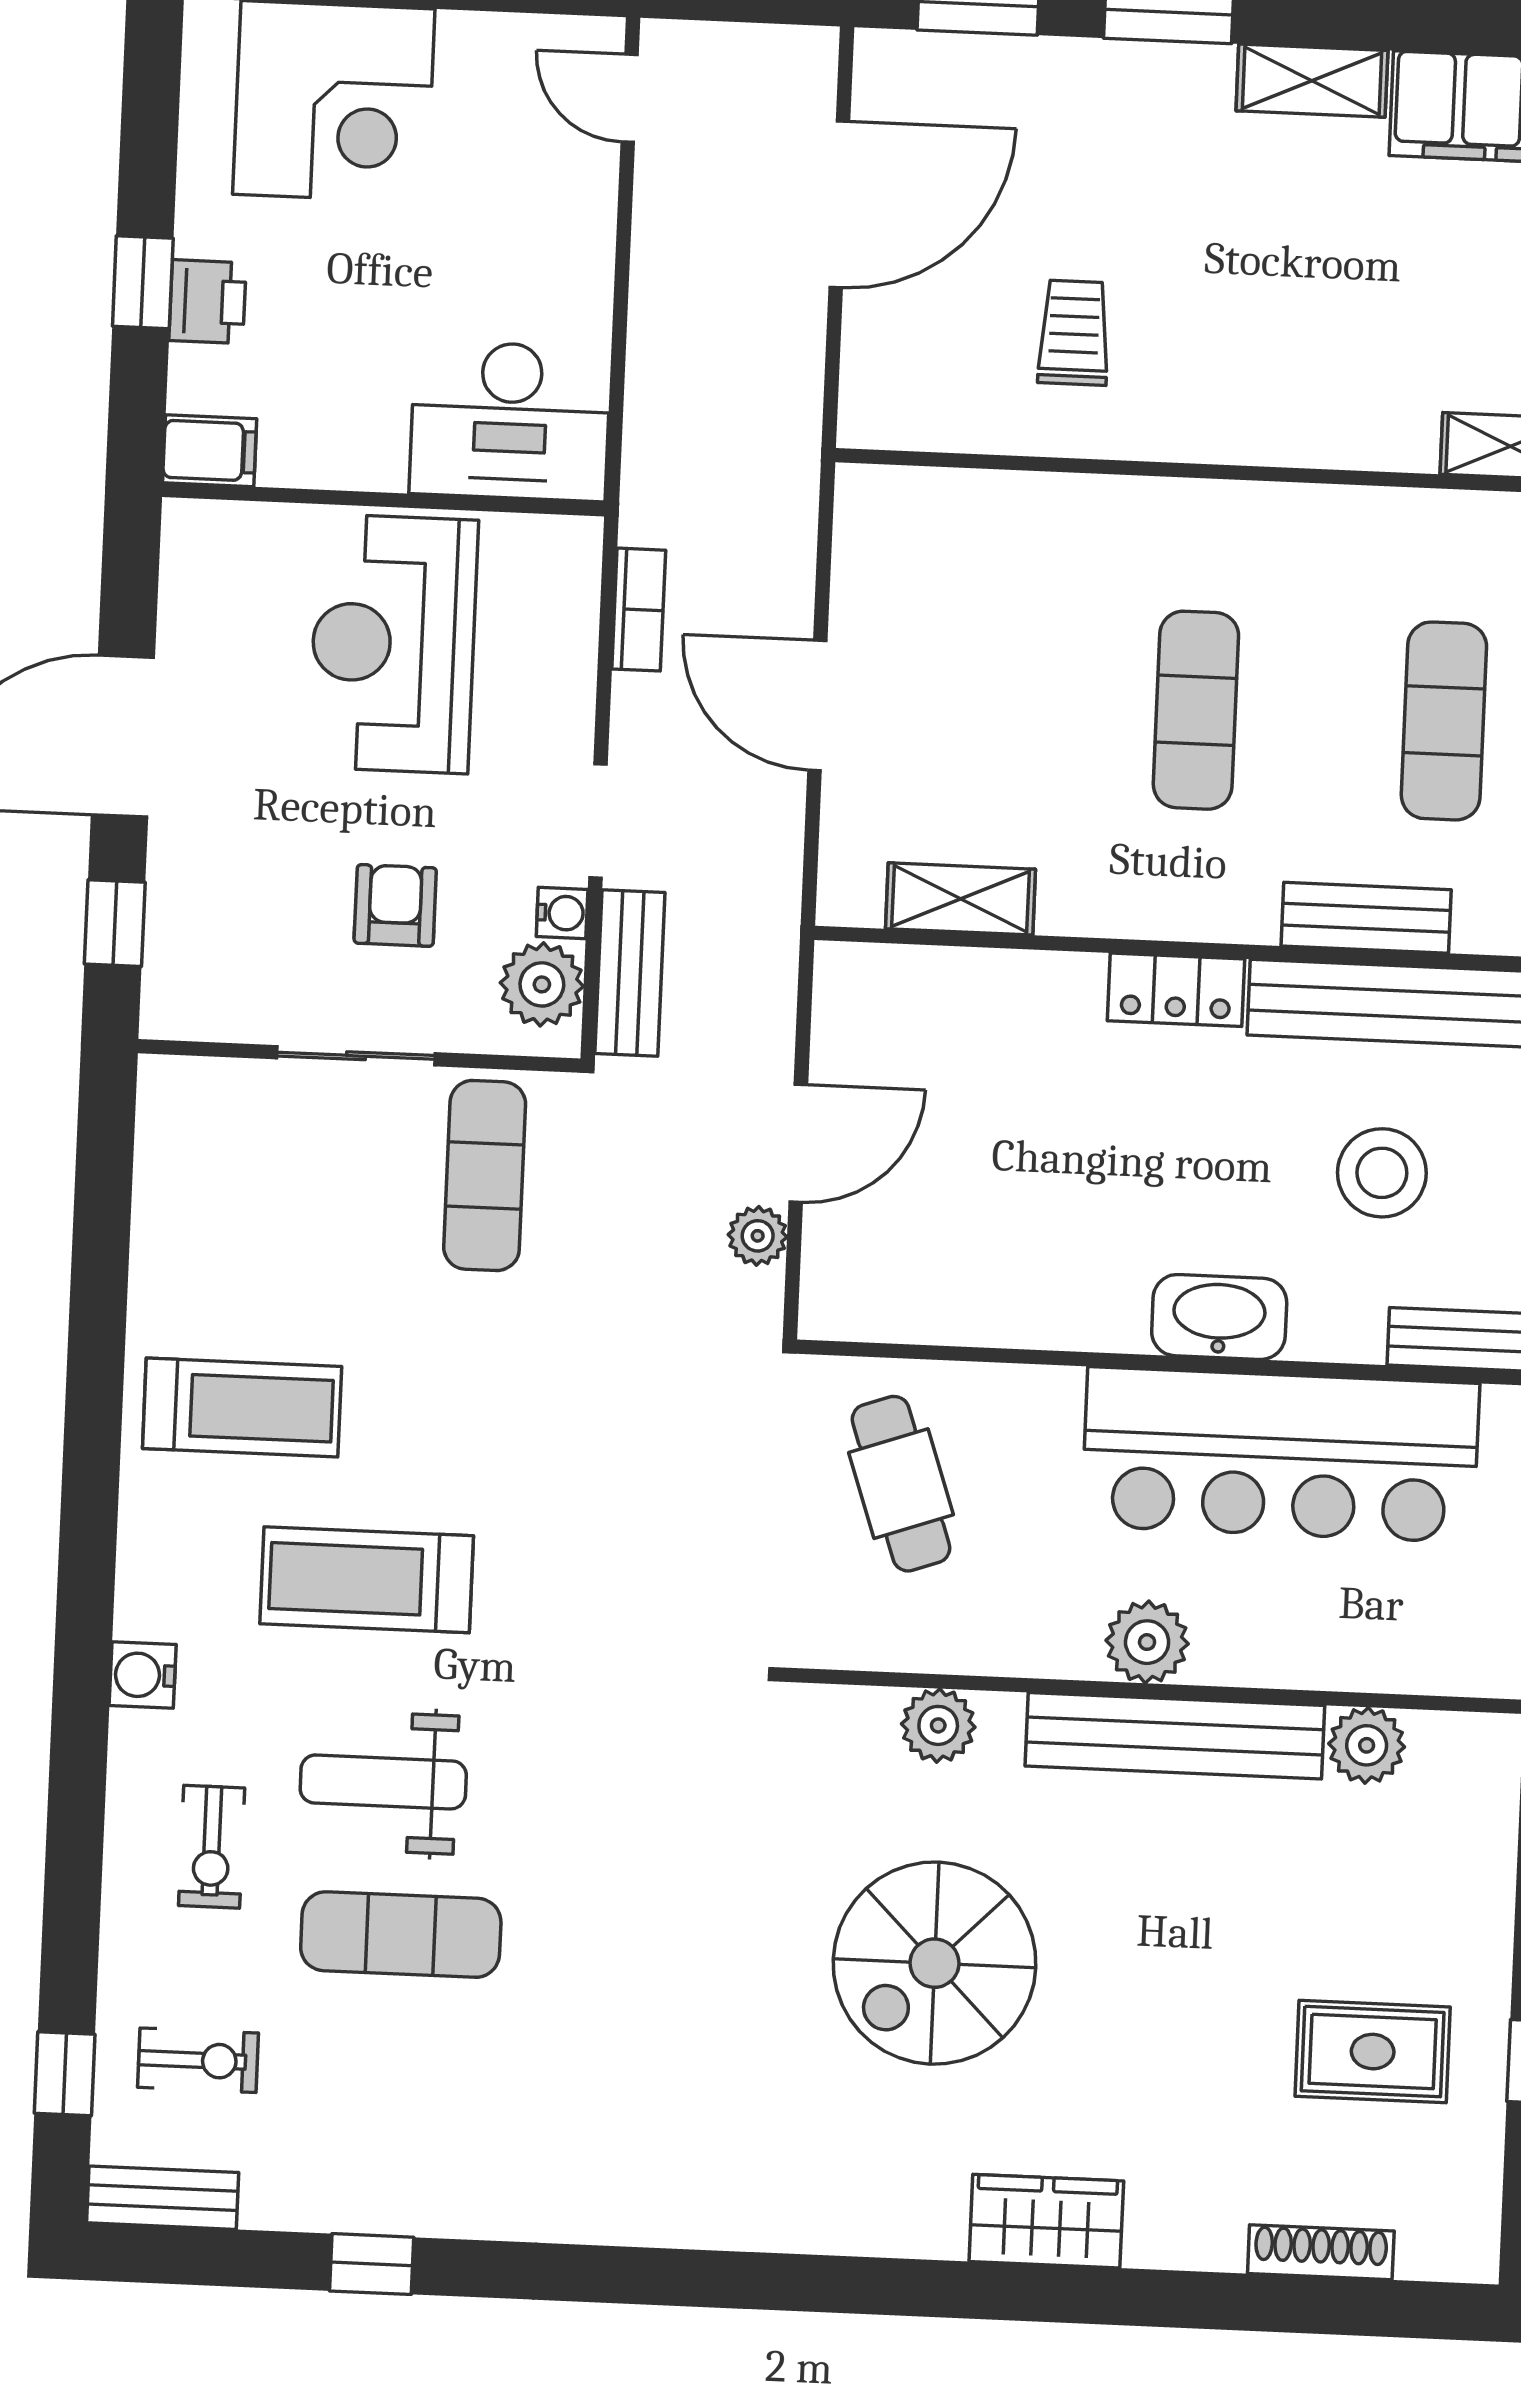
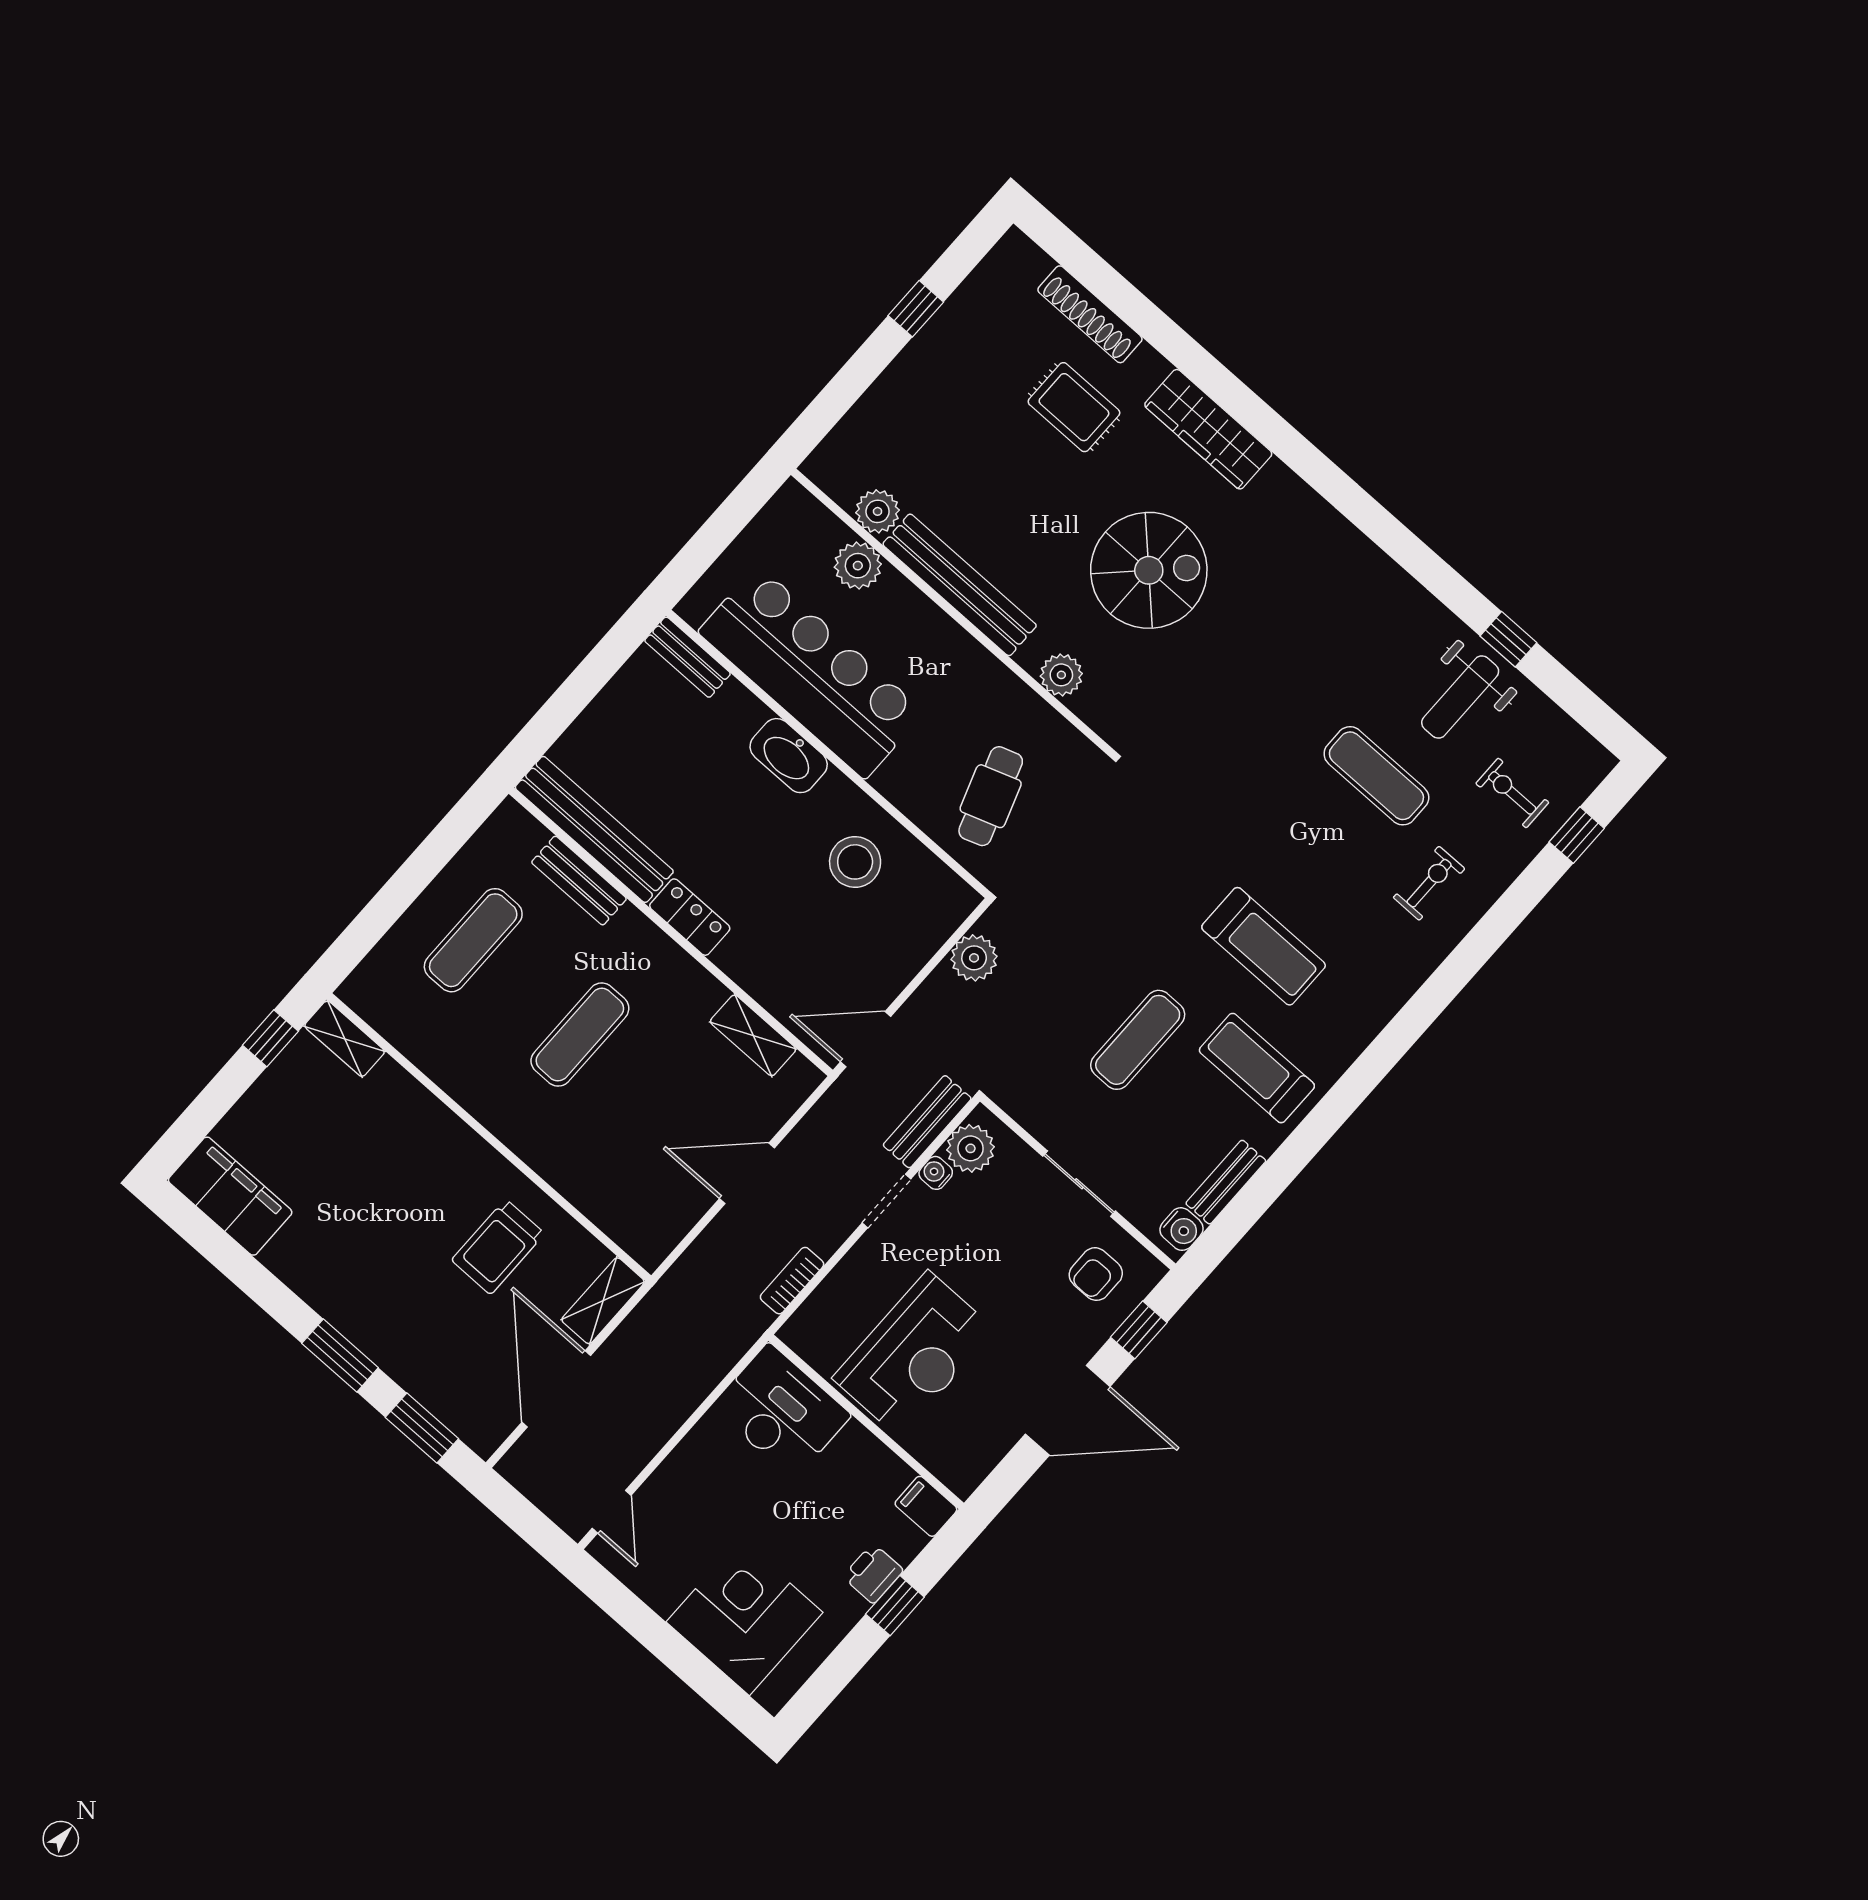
shelving: (1312, 81) -> (603, 1301), moved, turned 90
door: (839, 204) -> (556, 1389), hinge flipped
trolley: (1074, 333) -> (498, 1247), width x1.36, depth x1.39
door: (817, 706) -> (747, 1173), swing flipped
armchair: (395, 905) -> (1096, 1274), moved
door: (798, 1143) -> (866, 1039), moved
stool: (1382, 1173) -> (855, 862), moved
exercise mat: (485, 1176) -> (1138, 1040), moved
plant: (758, 1236) -> (974, 958), width x1.38, depth x1.38
plant: (1147, 1642) -> (858, 566), moved
water cooler: (143, 1675) -> (1182, 1229), moved
weight bench: (383, 1782) -> (1460, 697), moved, turned 90
rug: (1373, 2052) -> (1074, 407), moved
bench: (163, 2198) -> (1226, 1182), moved, turned 90
wardrobe: (1046, 2221) -> (1208, 429), width x1.50
shoe rack: (1321, 2252) -> (1090, 314), width x1.36, depth x1.24

